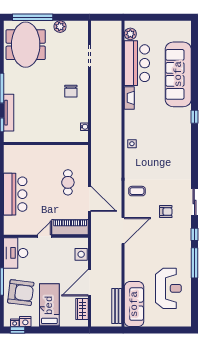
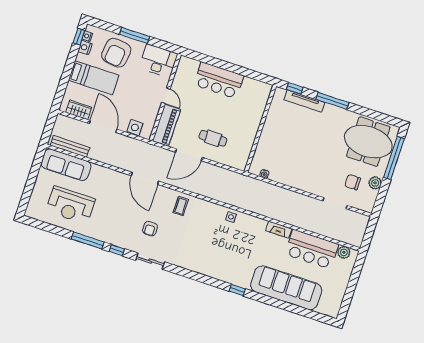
chair: (71, 91) -> (353, 182), moved

